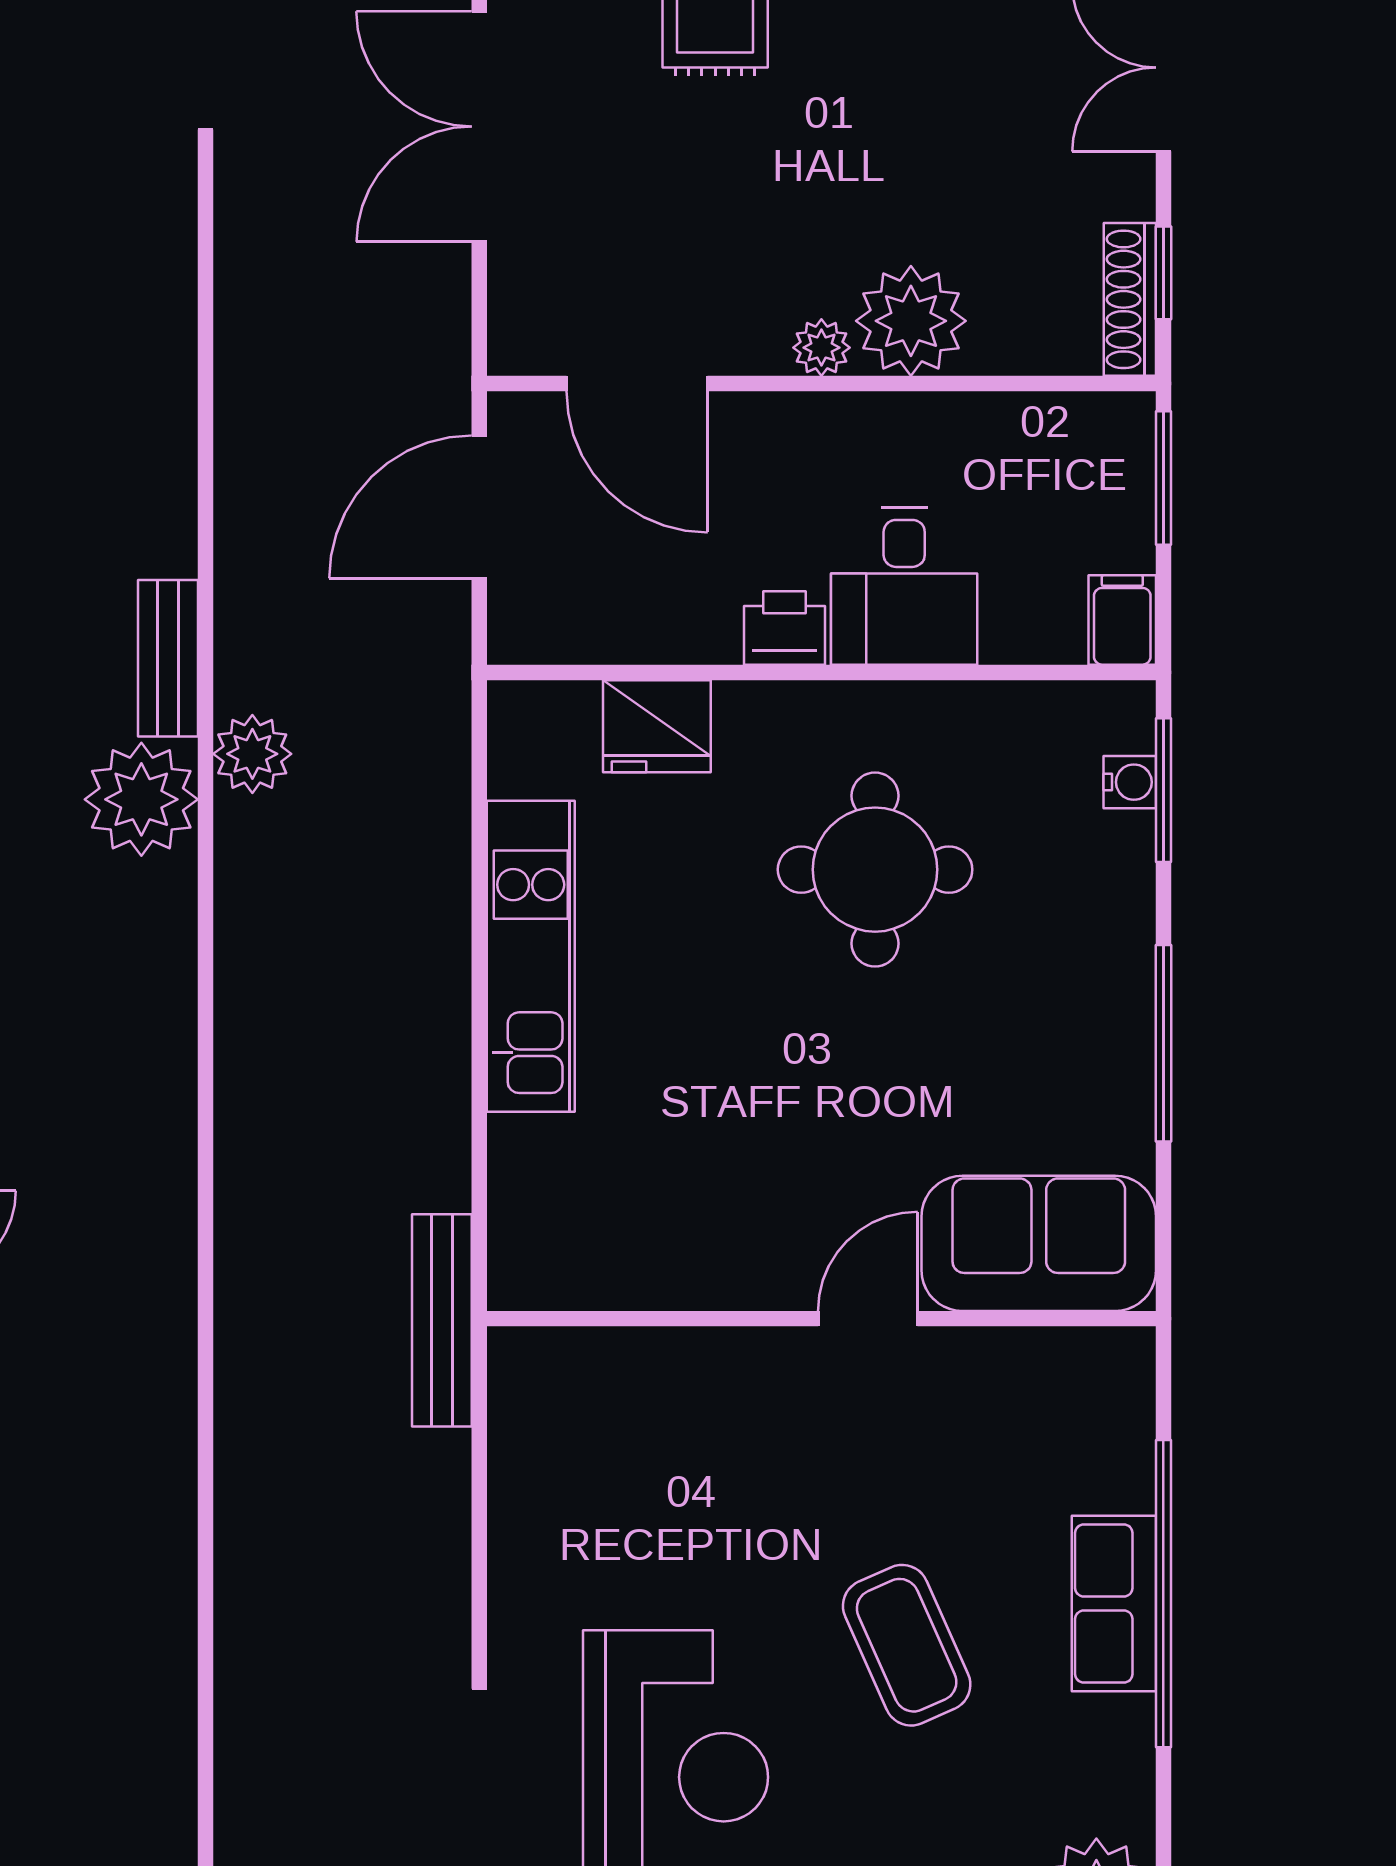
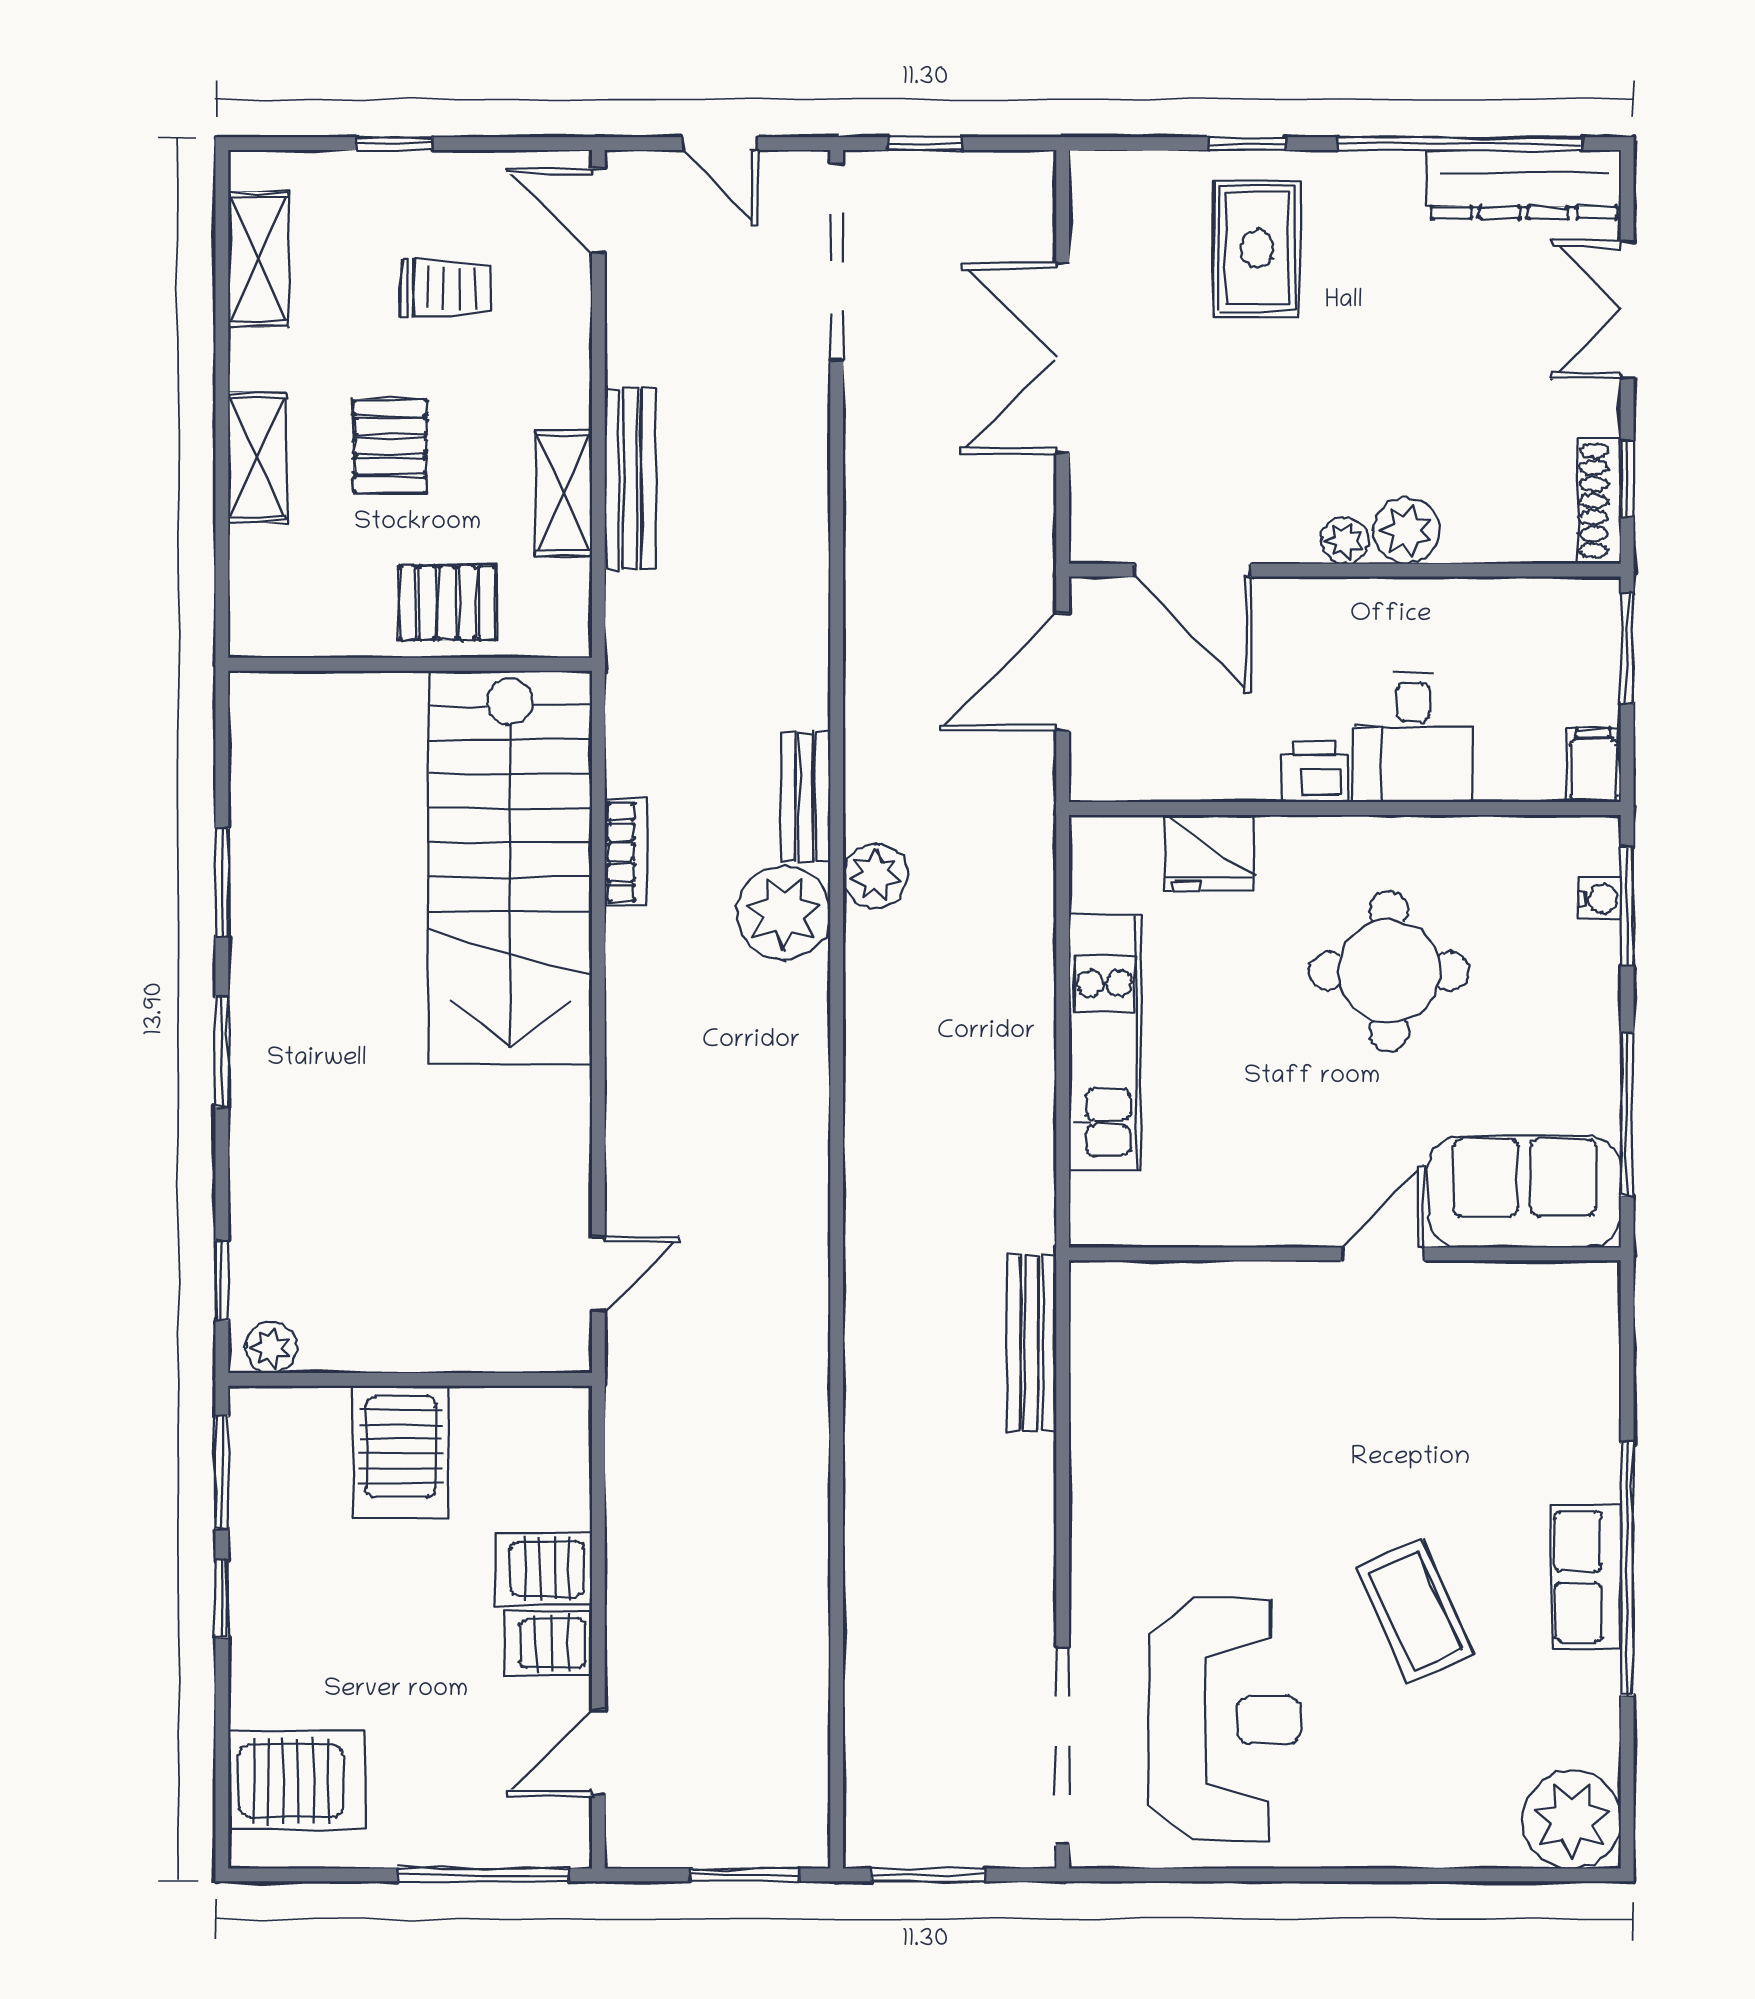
plant: (911, 321) -> (1407, 531), width x0.73, depth x0.73
sofa: (1039, 1243) -> (1524, 1192), moved
wall: (821, 1319) -> (1345, 1254), moved
door: (868, 1319) -> (1383, 1254), moved

